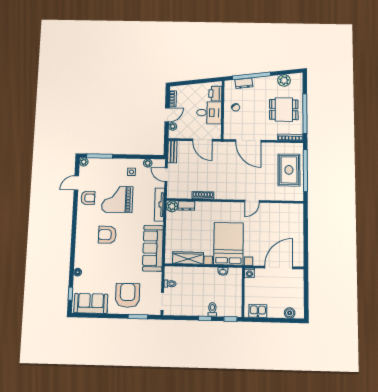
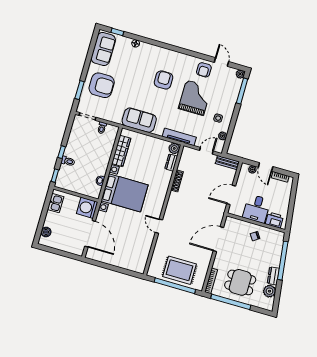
dresser: (244, 83) -> (273, 276), moved
dining table: (284, 110) -> (240, 282), turned 90
sofa: (153, 248) -> (139, 120), width x0.73
washing machine: (249, 273) -> (87, 208), width x1.89, depth x1.89

